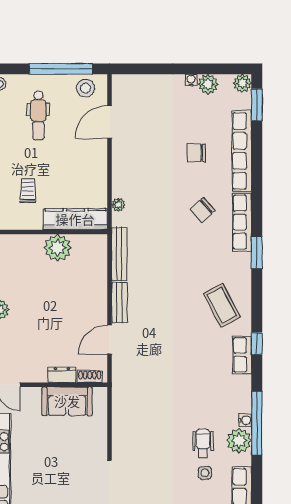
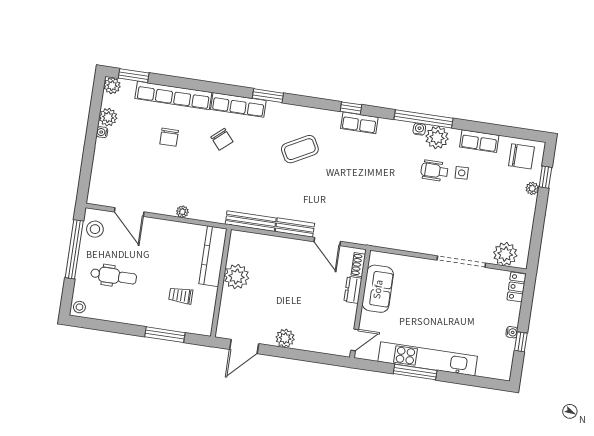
plant: (118, 205) -> (182, 212), moved
coffee table: (222, 305) -> (300, 149), moved

